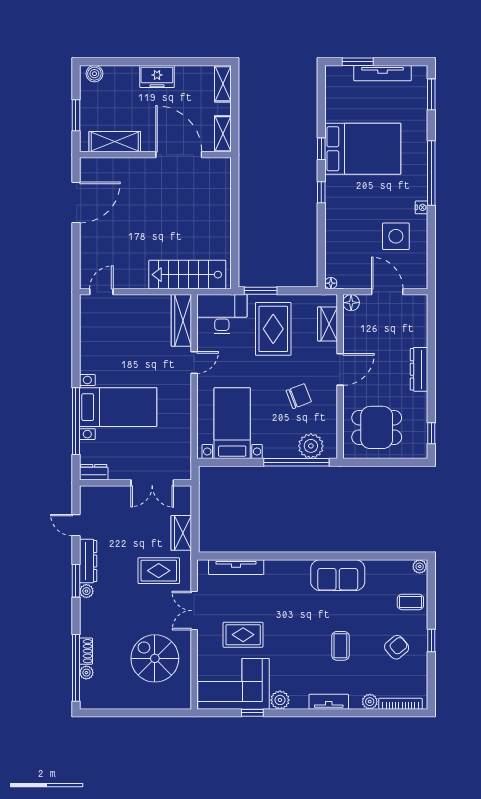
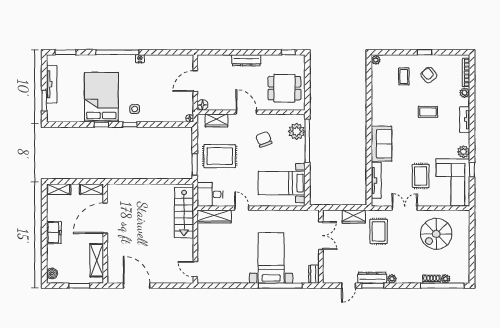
side table: (396, 236) -> (135, 109), moved, width x0.54, depth x0.54
desk: (222, 314) -> (210, 194), width x0.73
dining table: (377, 427) -> (284, 88), turned 90
sofa: (338, 575) -> (381, 144), moved
window: (76, 581) -> (373, 286), moved
coffee table: (410, 602) -> (404, 76), moved
double door: (194, 611) -> (405, 208), swing flipped

